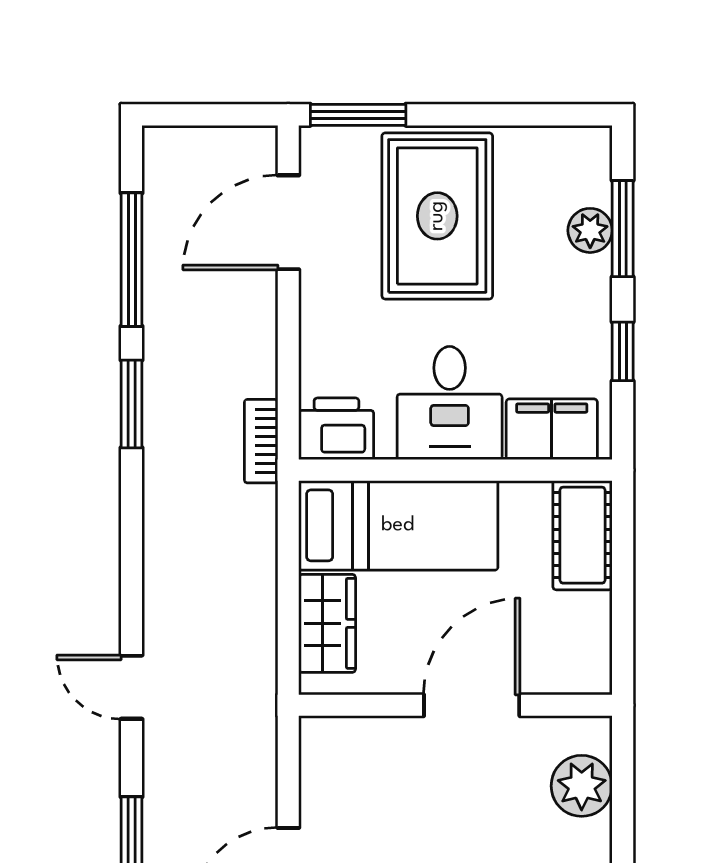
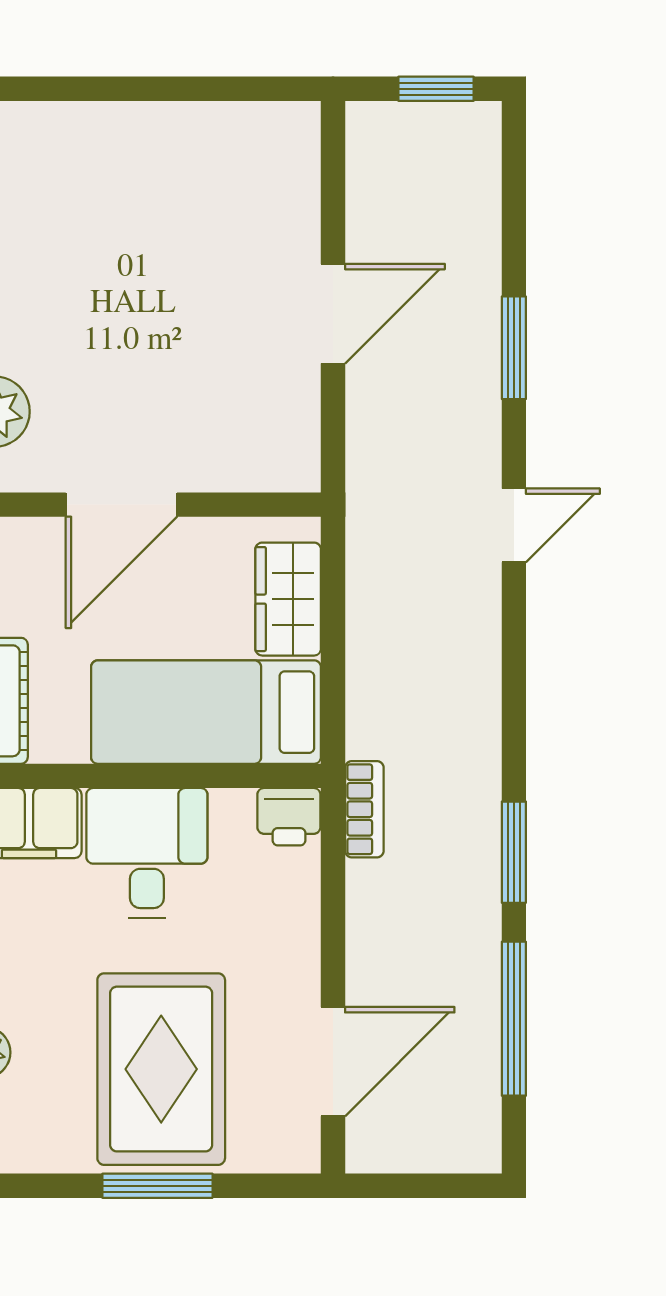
window: (358, 115) -> (157, 1186), moved
printer: (336, 429) -> (289, 817), width x0.73, depth x0.81
door: (132, 687) -> (514, 525), hinge flipped

